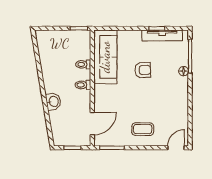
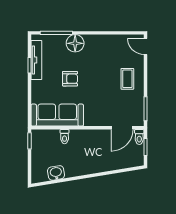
armchair: (143, 70) -> (70, 79), turned 93
floor lamp: (184, 71) -> (75, 43), width x1.89, depth x1.89
toilet: (83, 85) -> (139, 137), moved
washbasin: (53, 101) -> (56, 173), moved
door: (92, 124) -> (122, 128), swing flipped

